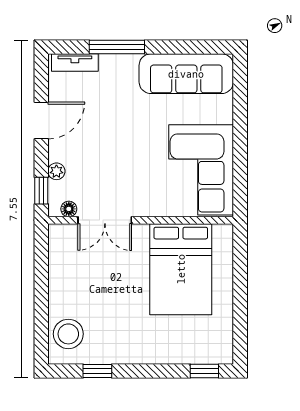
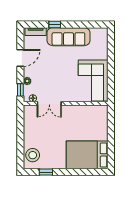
window: (117, 47) -> (55, 24), width x0.46
sofa: (186, 74) -> (68, 37), moved
bed: (181, 269) -> (87, 155), moved, turned 90
window: (204, 371) -> (95, 172), removed

